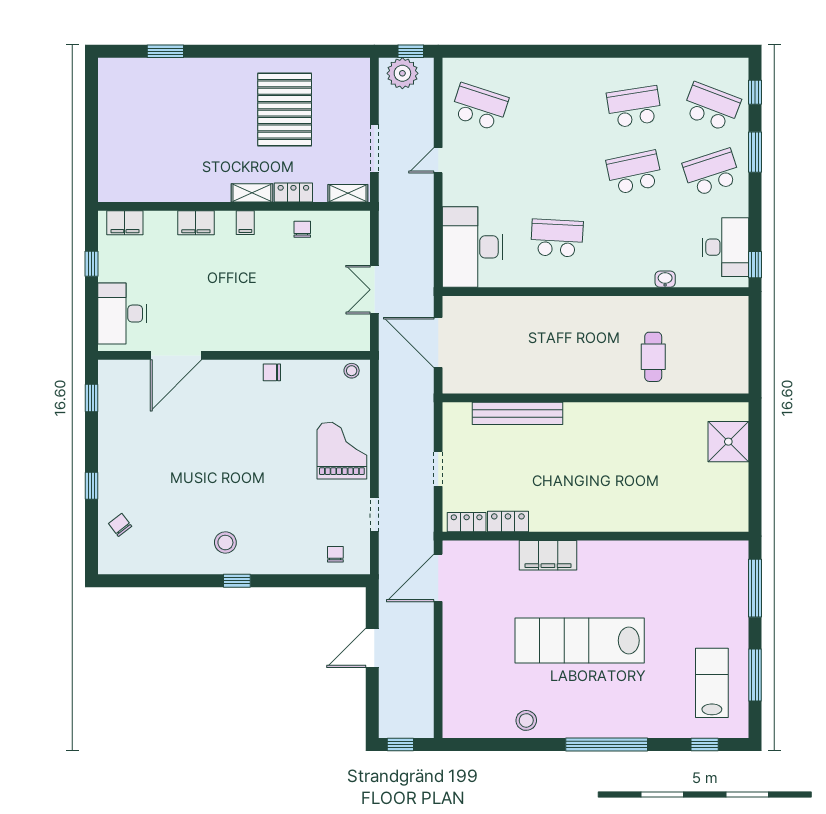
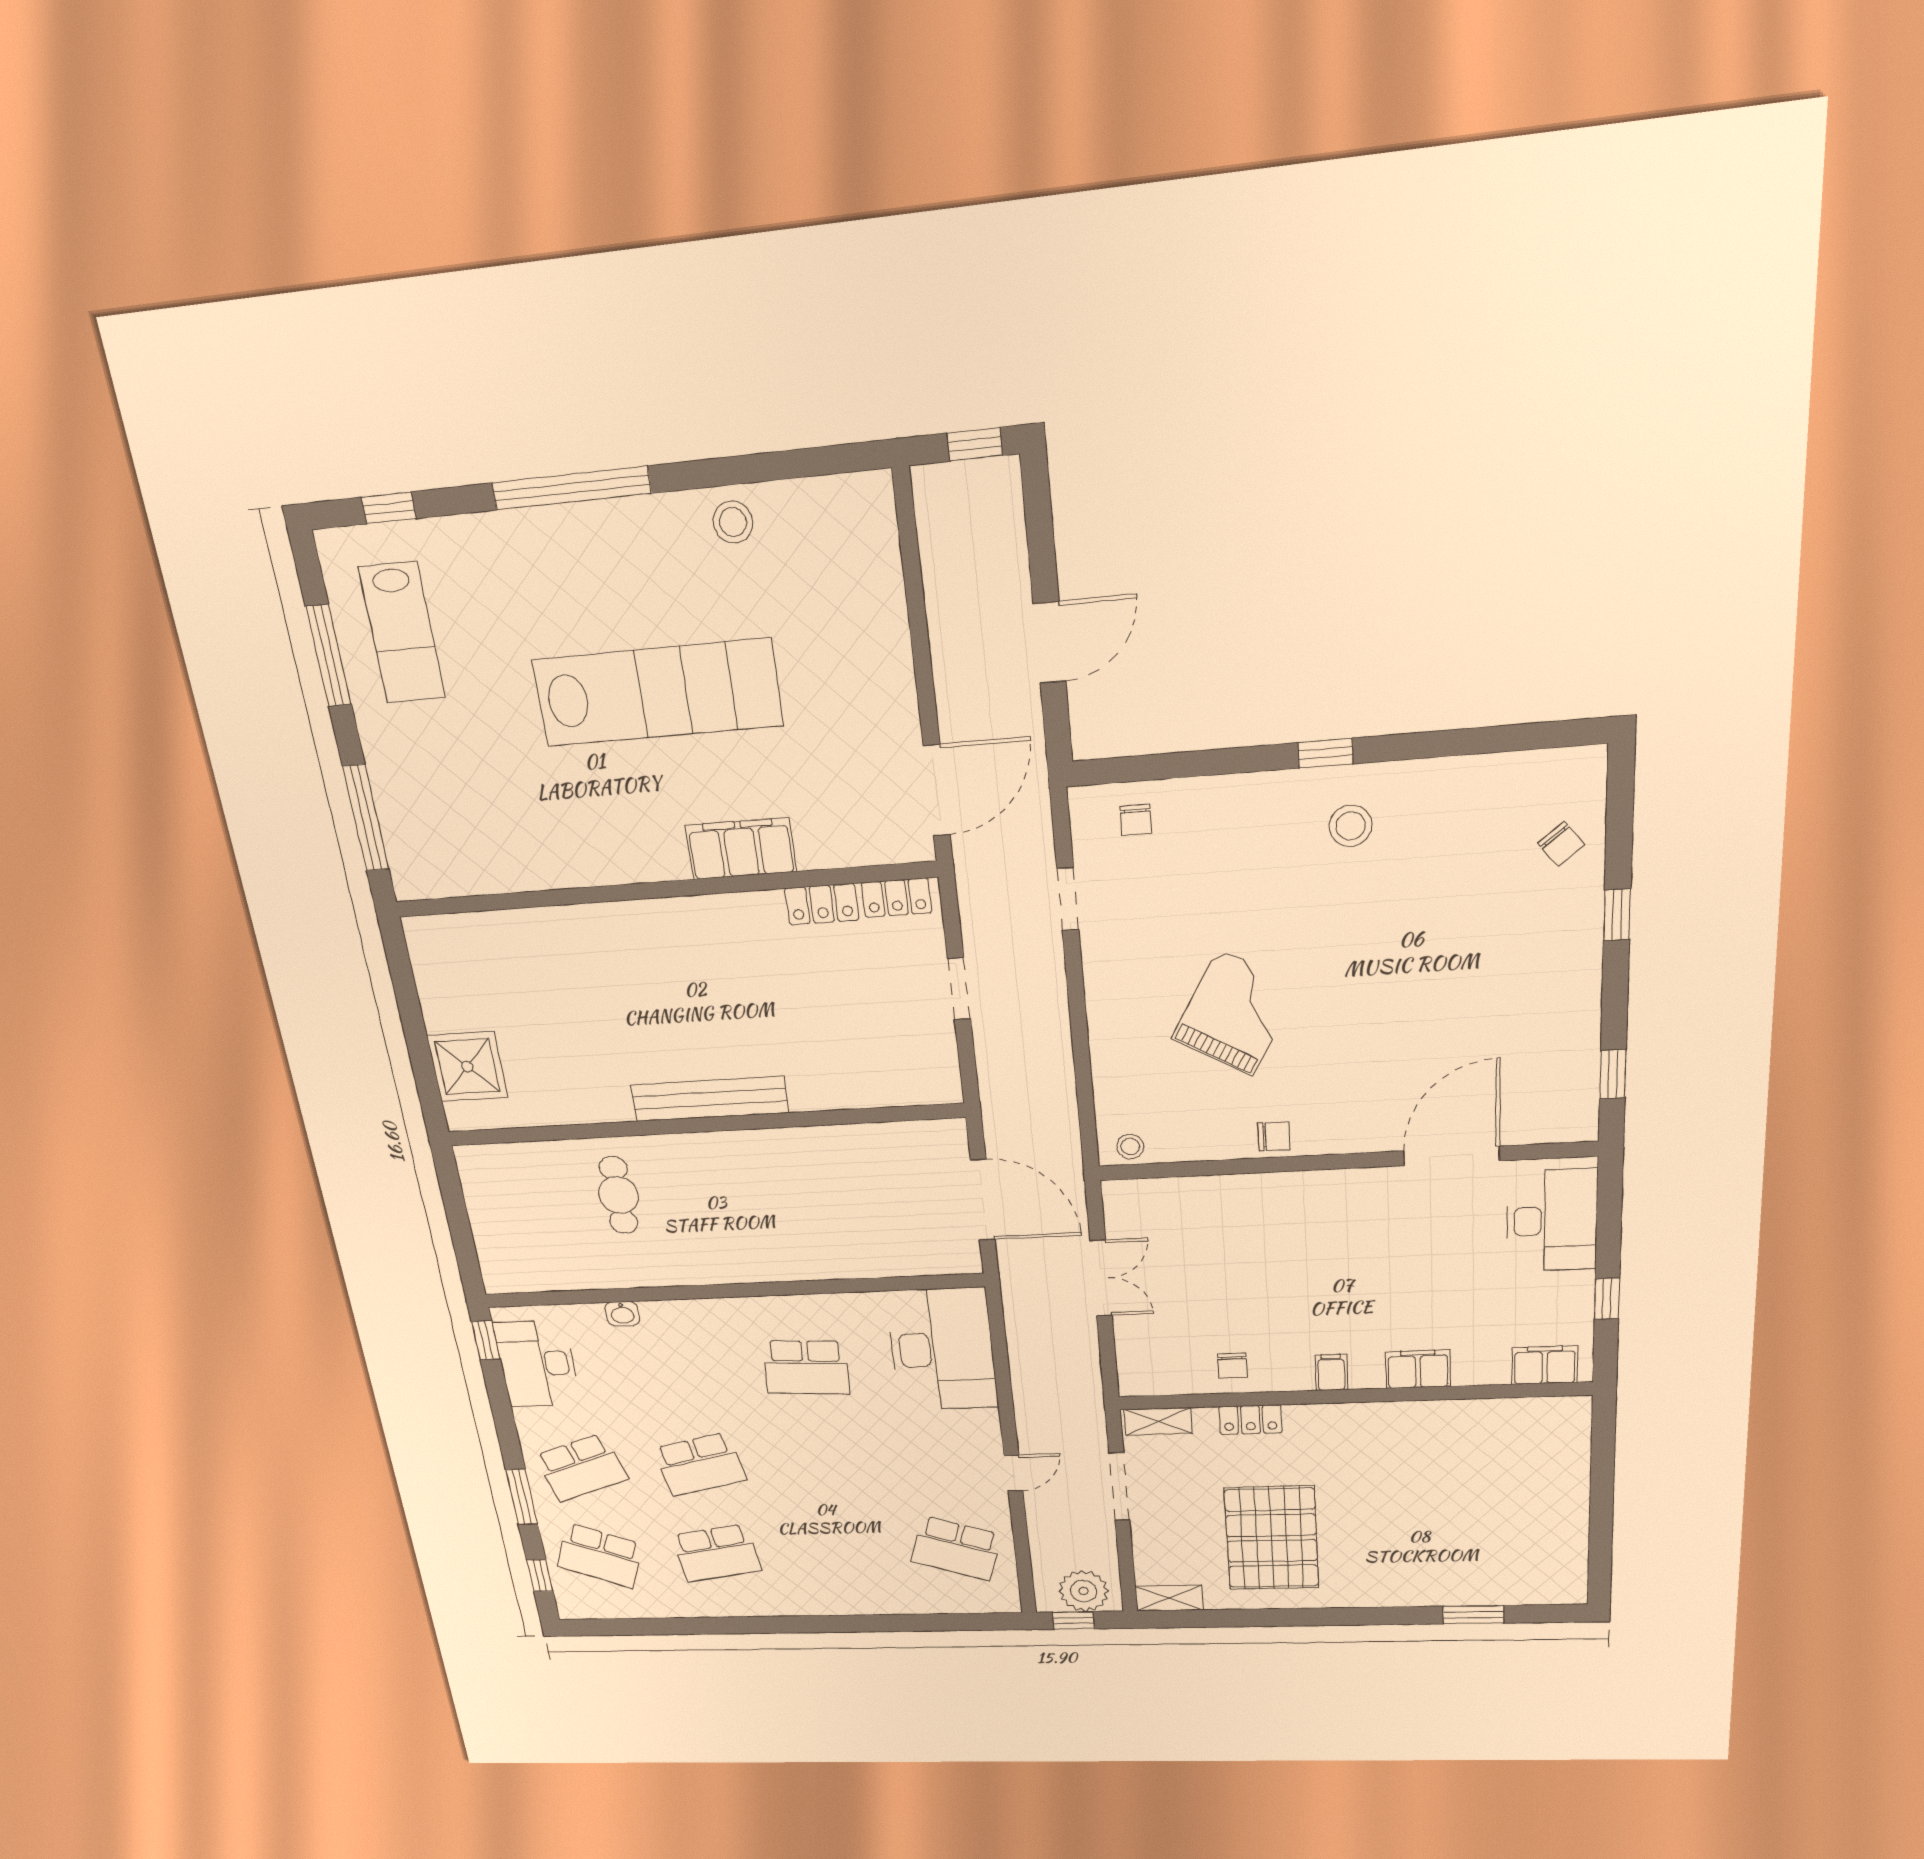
shelving: (252, 193) -> (1169, 1598), moved
bench: (517, 413) -> (710, 1099), moved
grand piano: (342, 451) -> (1236, 1013), moved, turned -150

